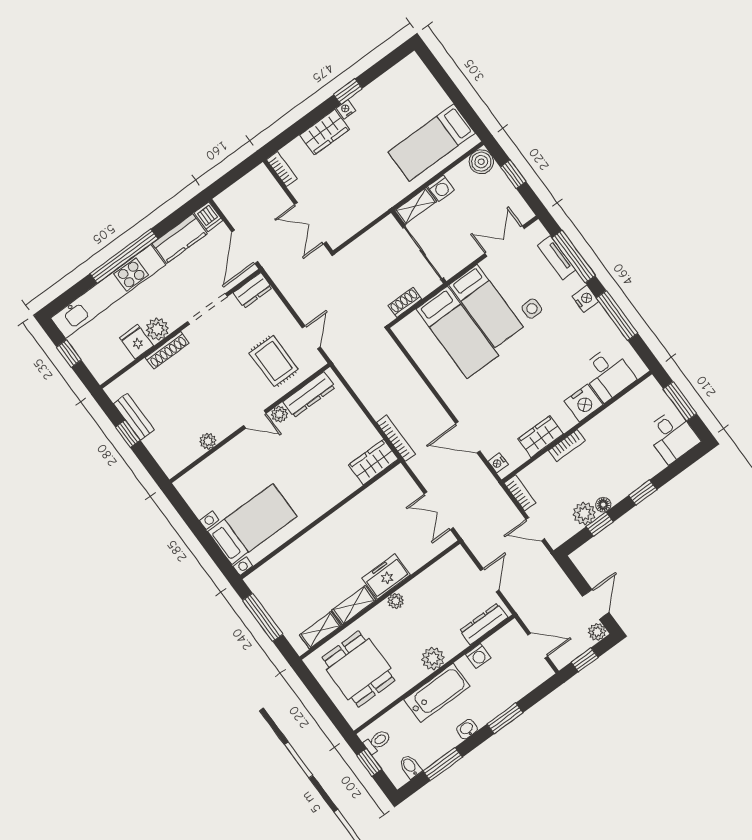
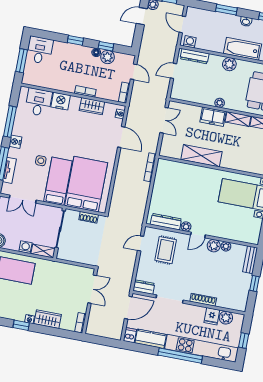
plant: (157, 329) -> (226, 318), moved
bed: (457, 332) -> (86, 184), width x1.50
bench: (134, 417) -> (250, 260), moved
door: (255, 419) -> (198, 235), swing flipped
plant: (223, 427) -> (214, 246), added
wardrobe: (373, 462) -> (169, 167), removed
shelving: (350, 516) -> (201, 156), added
washing machine: (478, 656) -> (190, 42), moved

